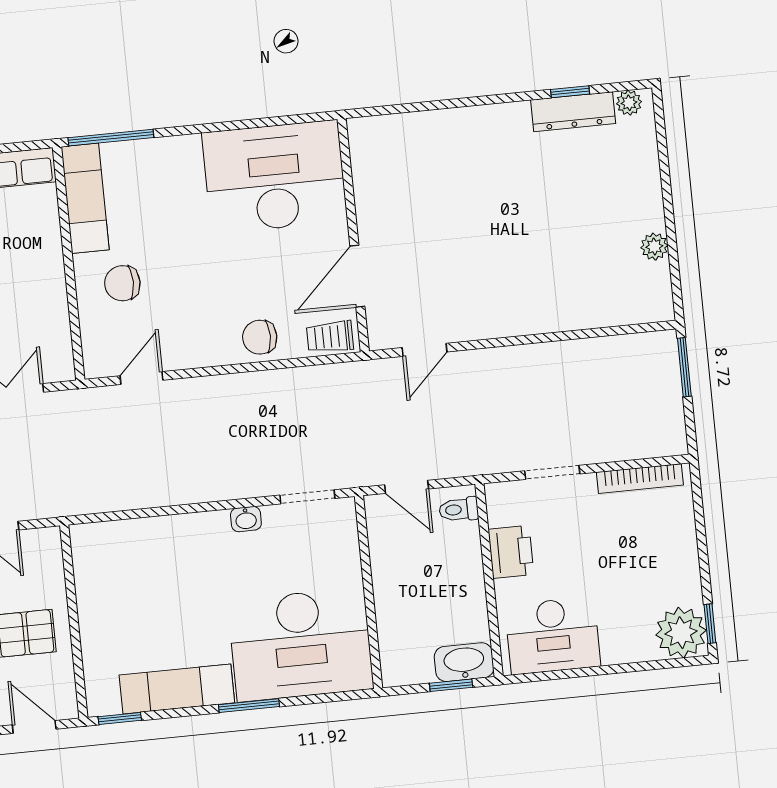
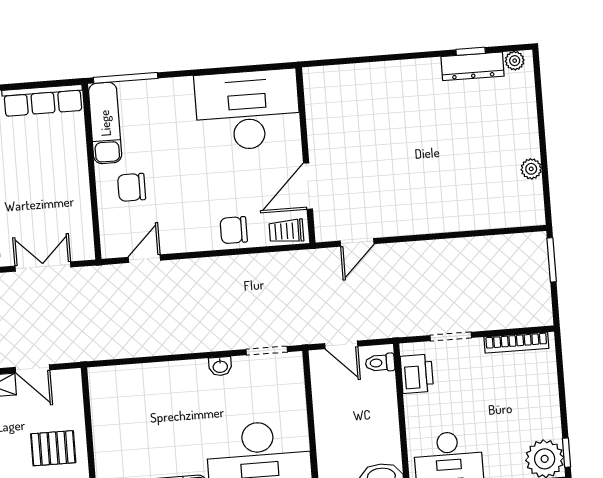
printer: (511, 552) -> (417, 374), moved

